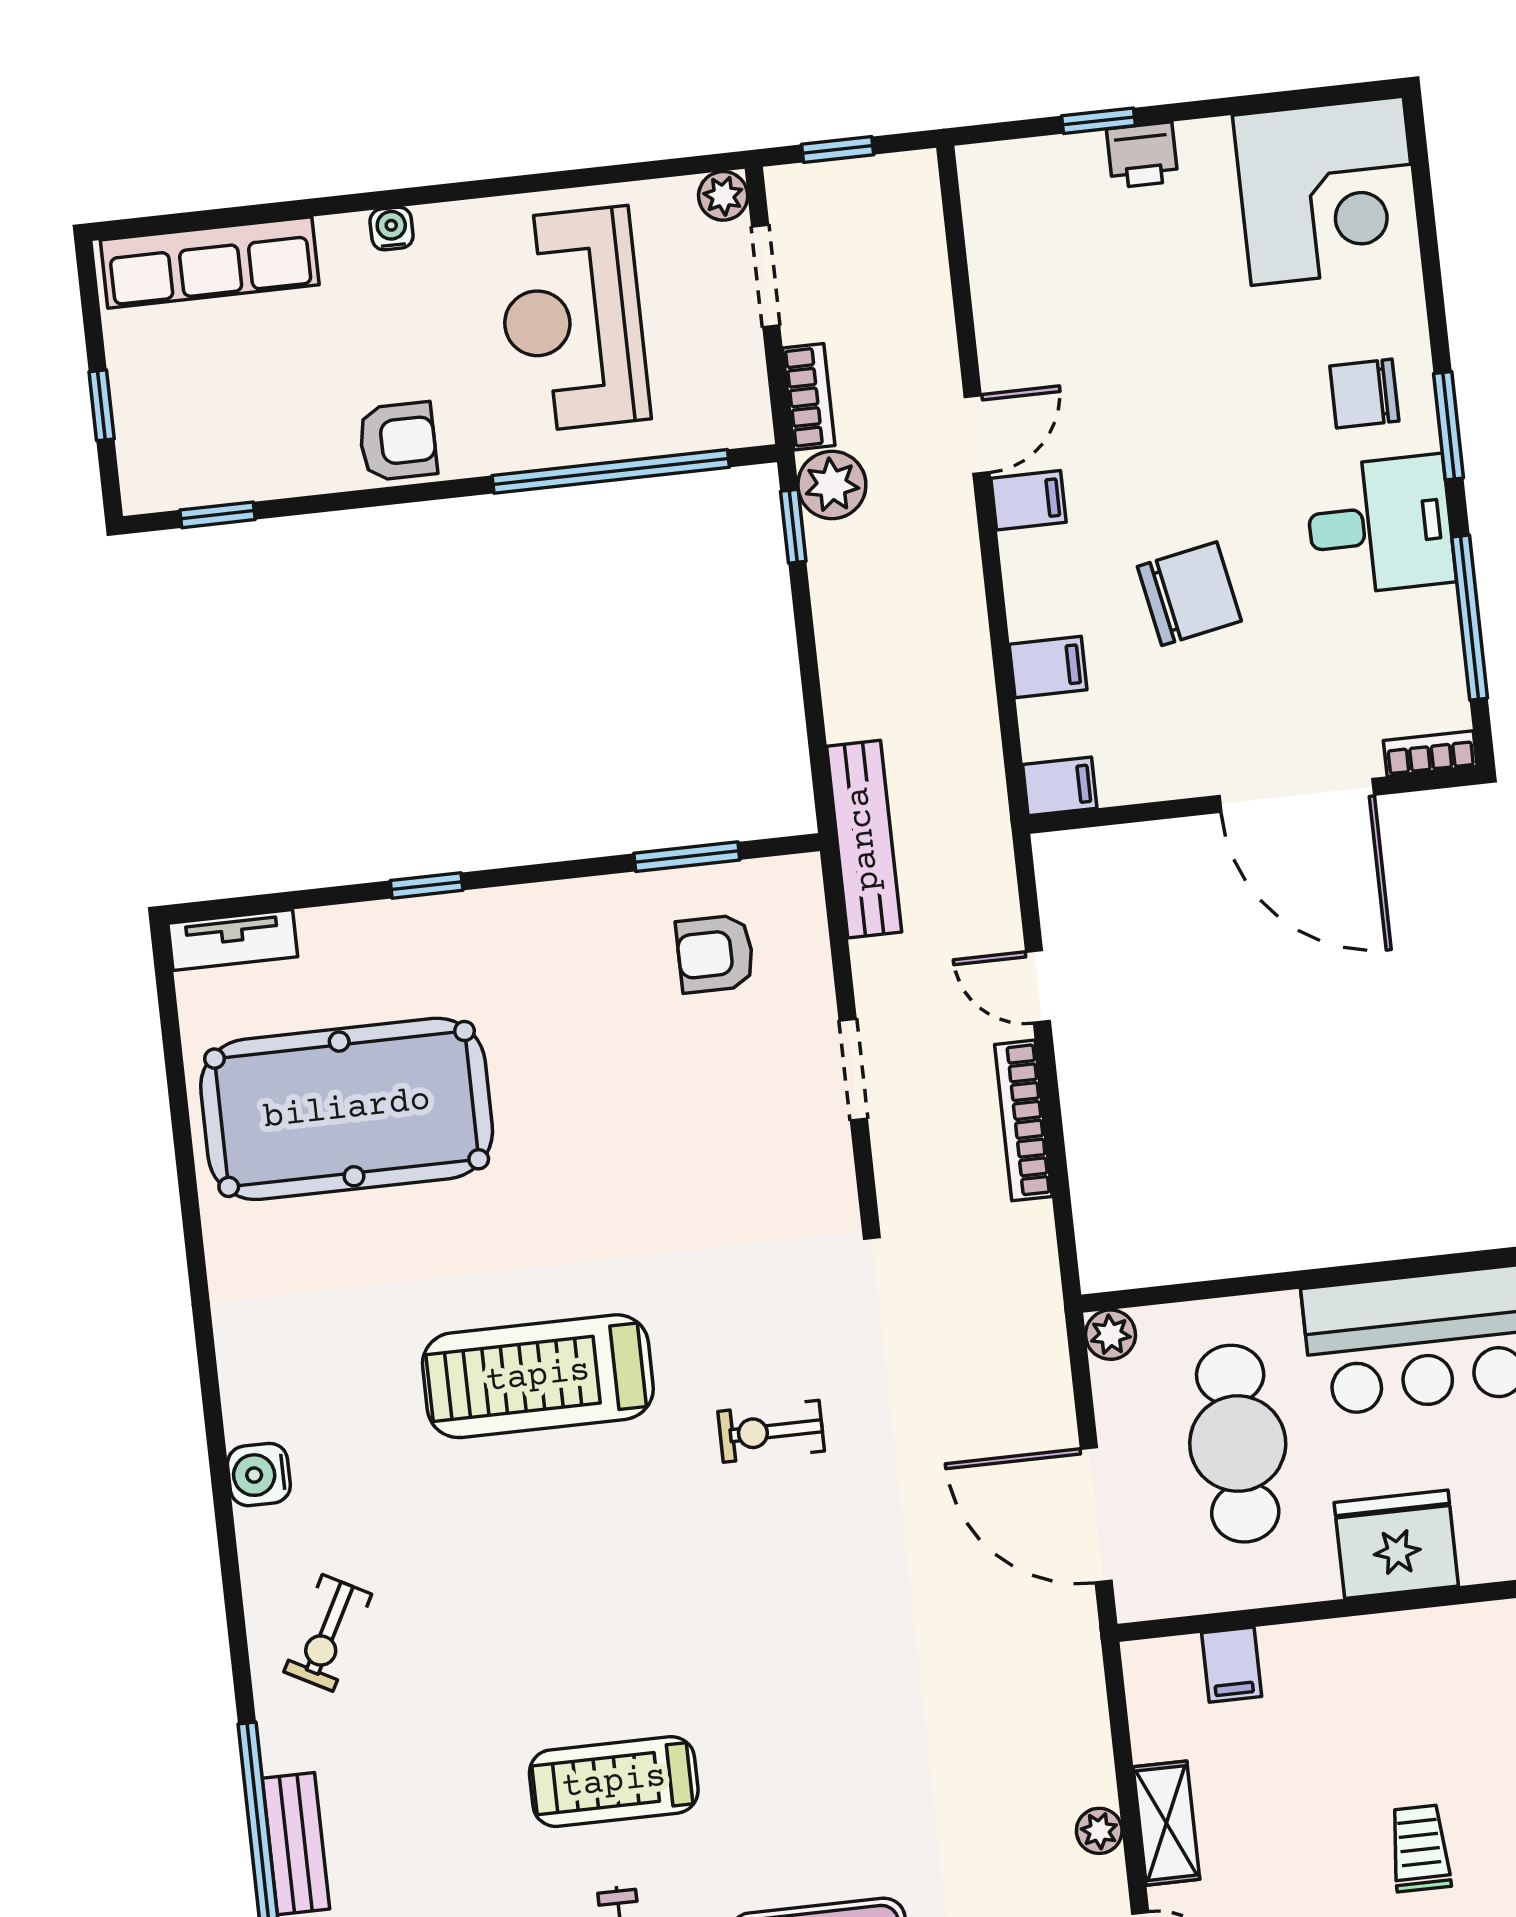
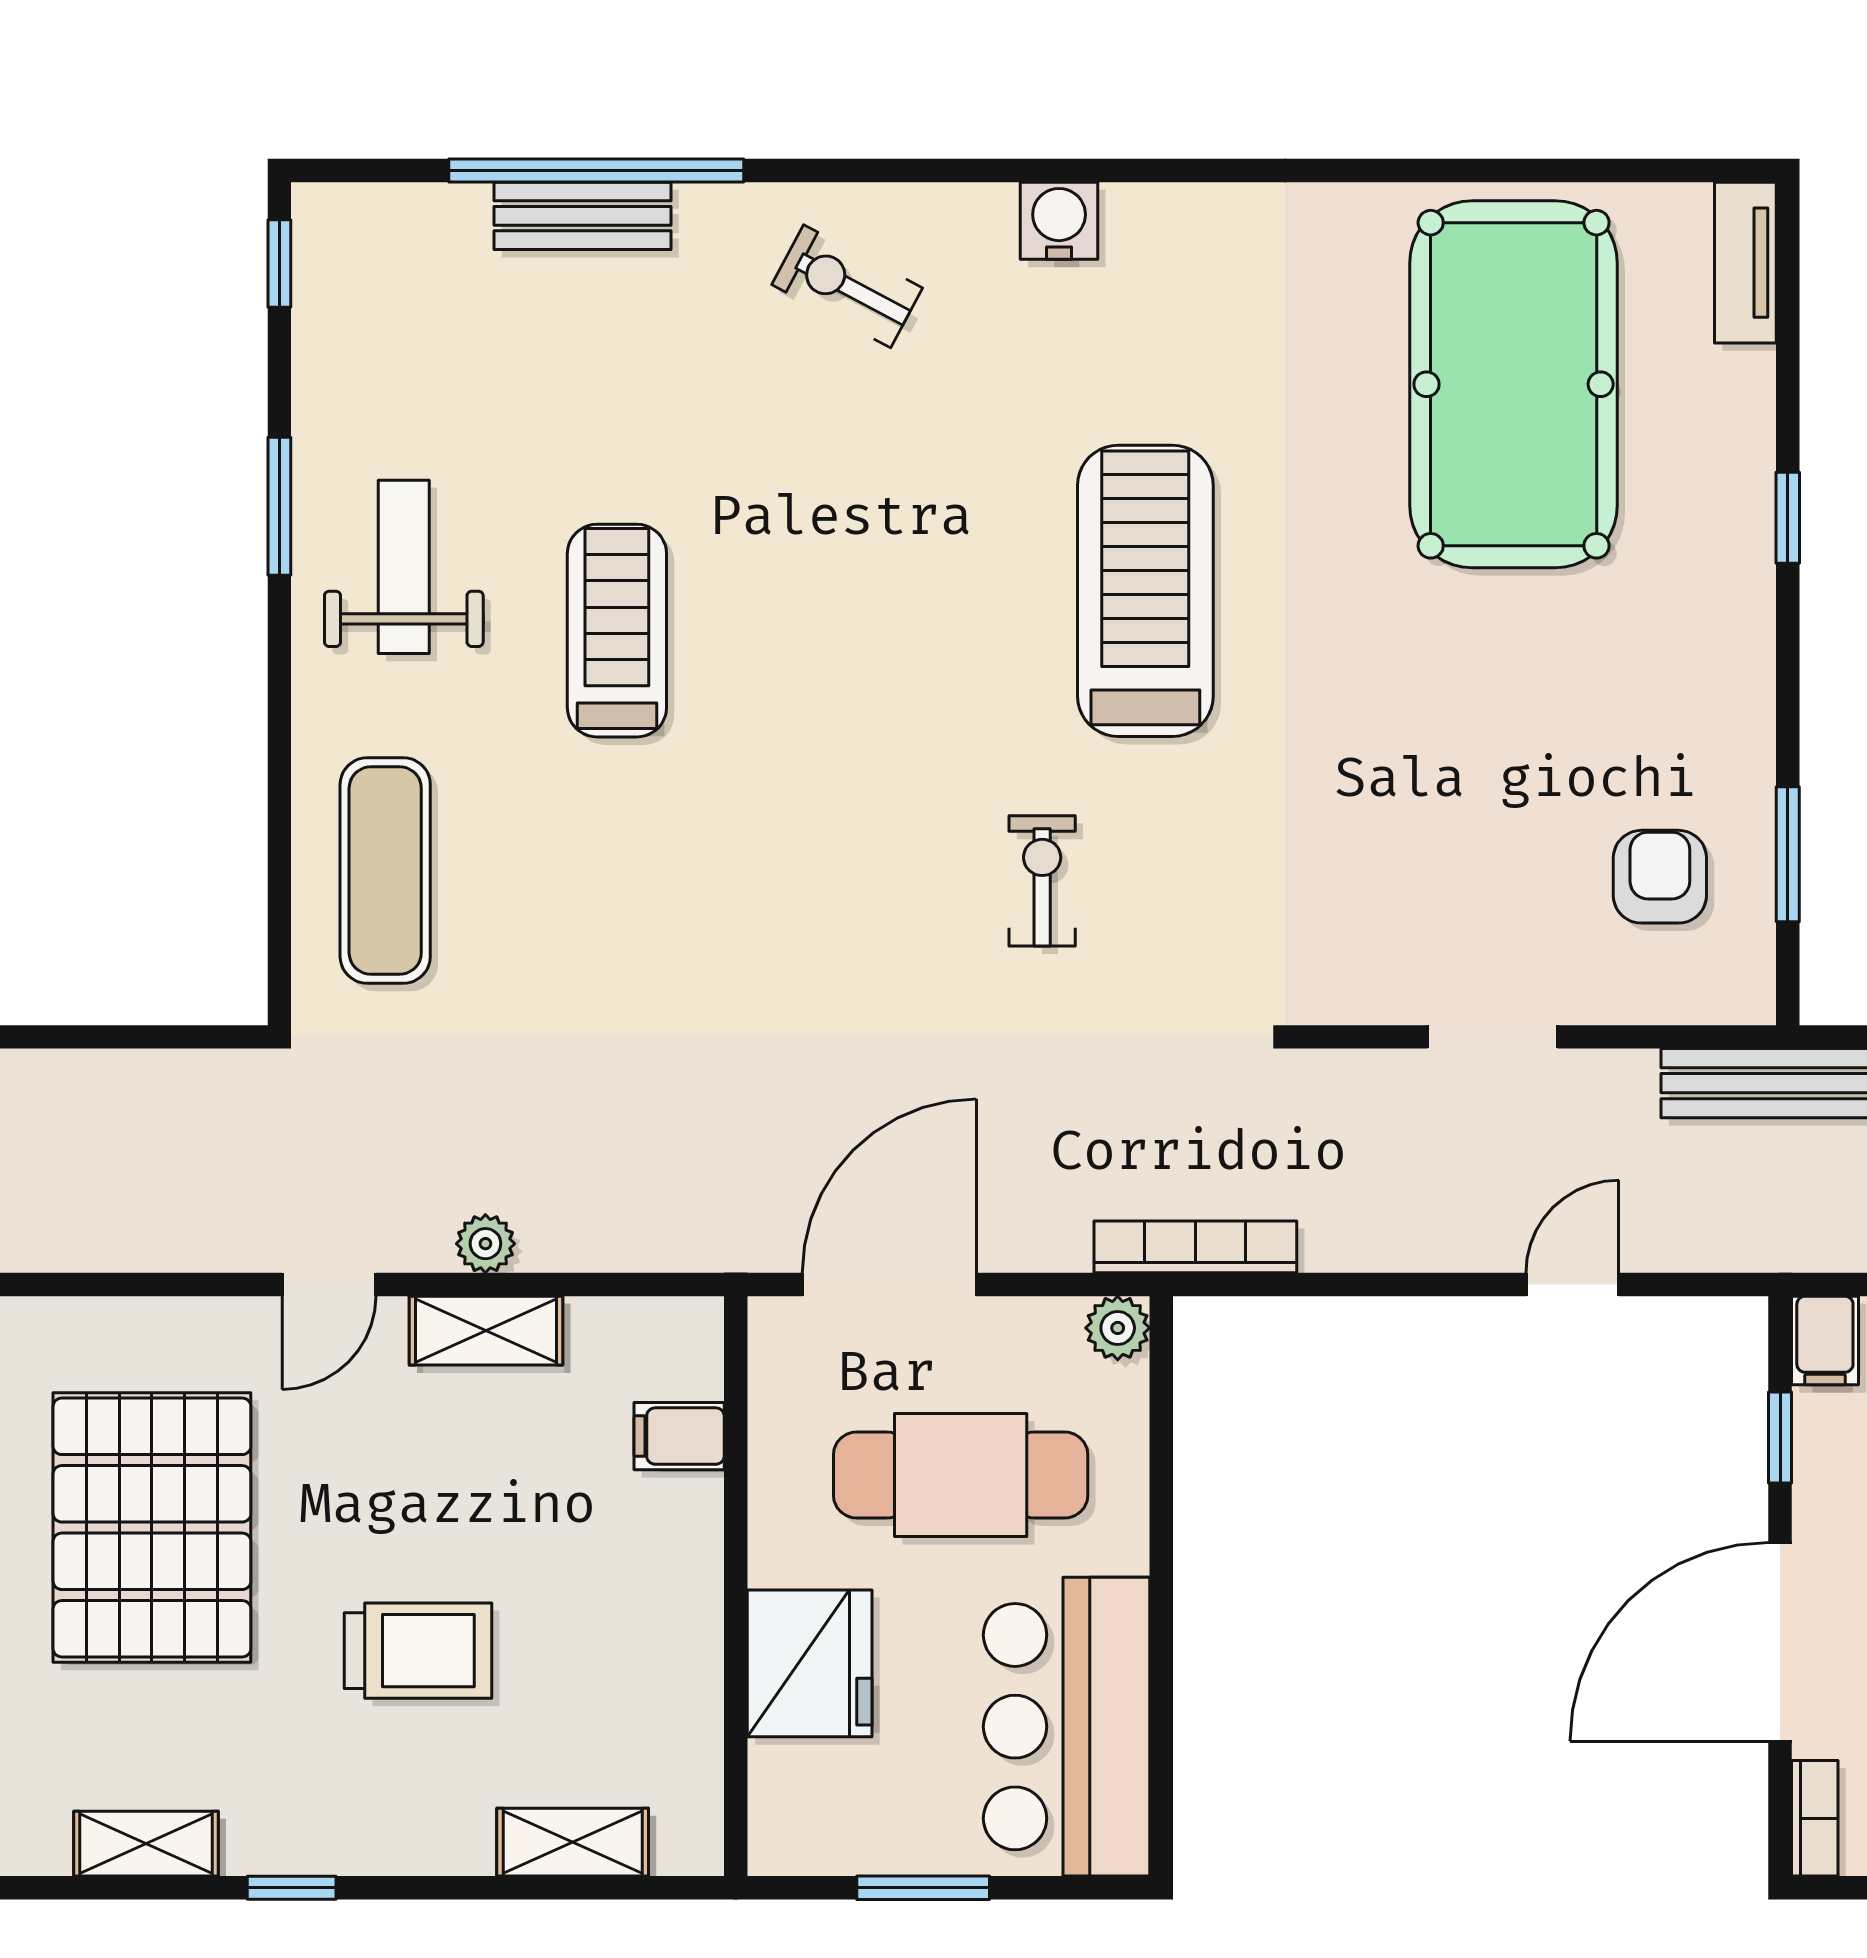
window: (1139, 813) -> (1780, 1438), added
bookcase: (1023, 1120) -> (1195, 1247), moved
trolley: (1420, 1848) -> (418, 1651), width x1.36, depth x1.39

